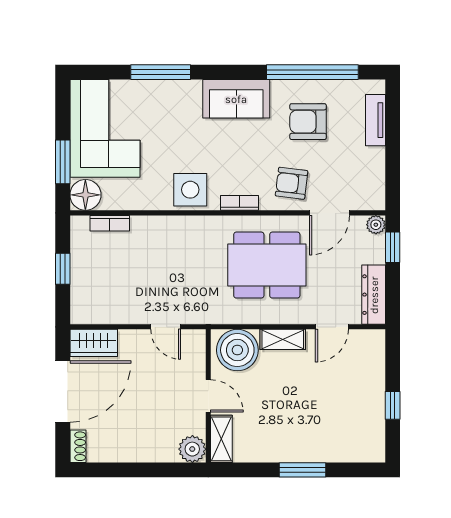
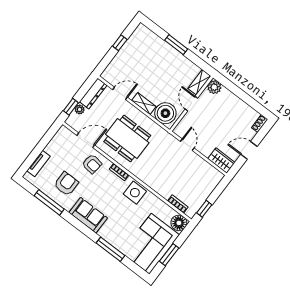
window: (312, 72) -> (49, 202), width x0.68
armchair: (308, 122) -> (66, 184), turned -90
window: (63, 162) -> (169, 255), moved
plant: (376, 225) -> (80, 109), moved
window: (63, 269) -> (204, 209), moved
door: (63, 392) -> (249, 150), width x0.53

